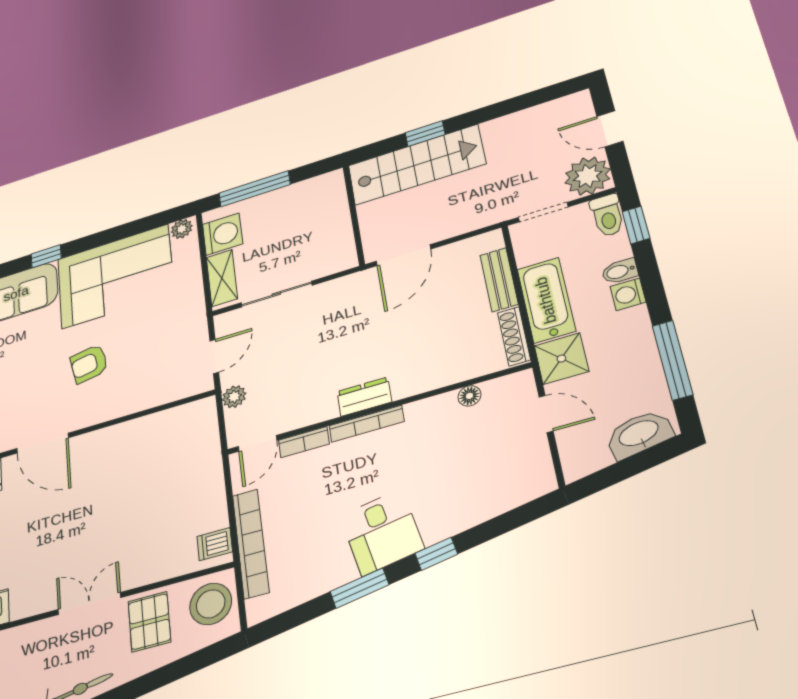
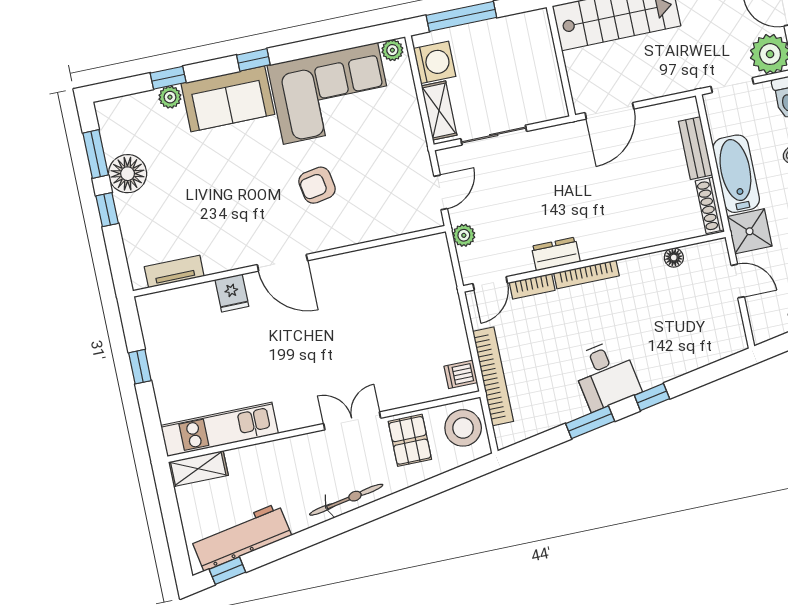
dresser: (364, 397) -> (556, 254), moved

